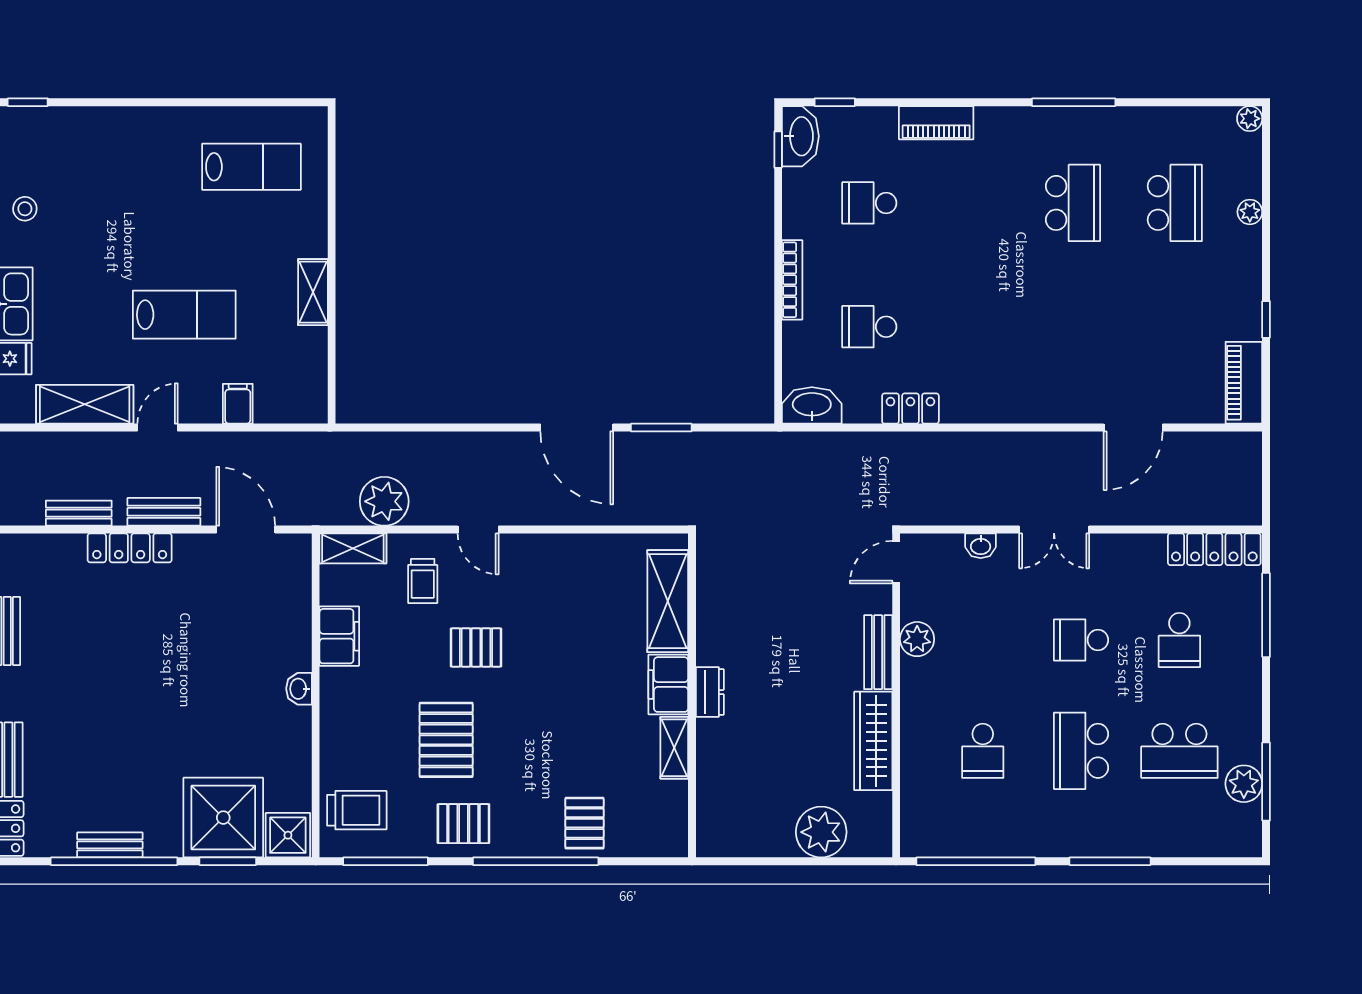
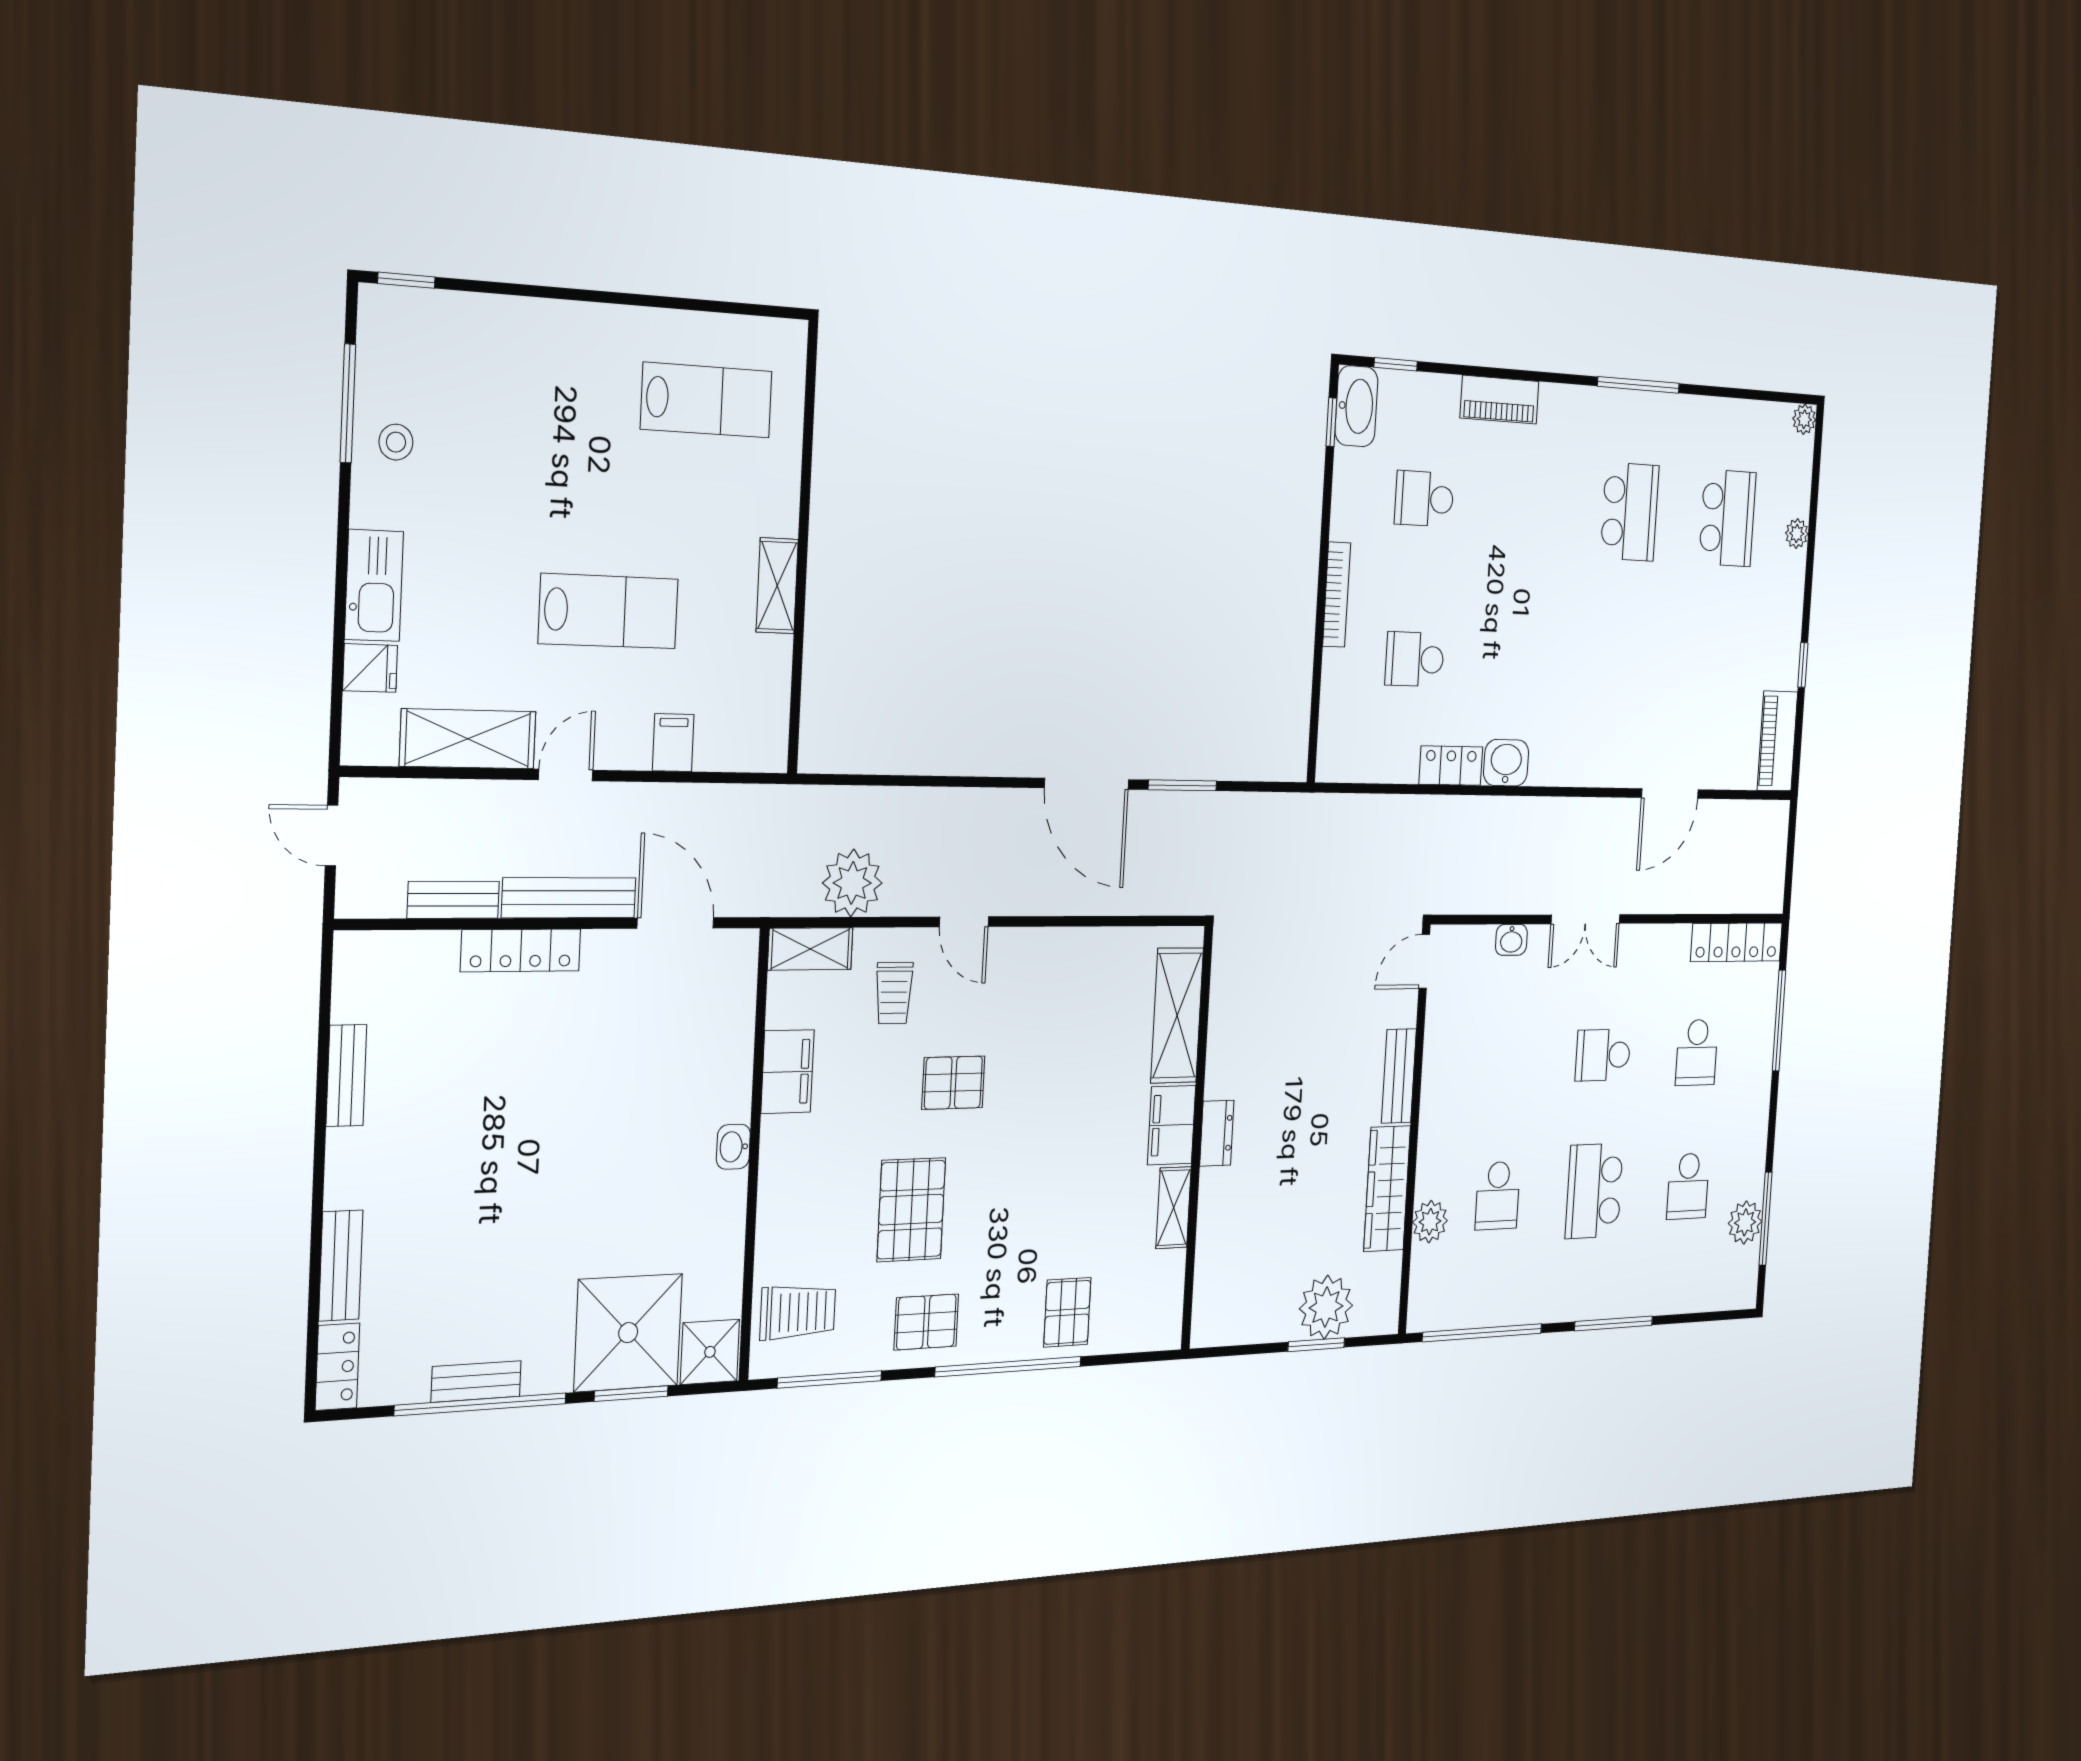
washbasin: (812, 405) -> (1506, 763), moved, width x0.72
bench: (164, 512) -> (569, 898), width x1.36
plant: (917, 639) -> (1430, 1222), moved
school desk: (1179, 751) -> (1688, 1186), width x0.54
window: (814, 861) -> (1316, 1345), added

